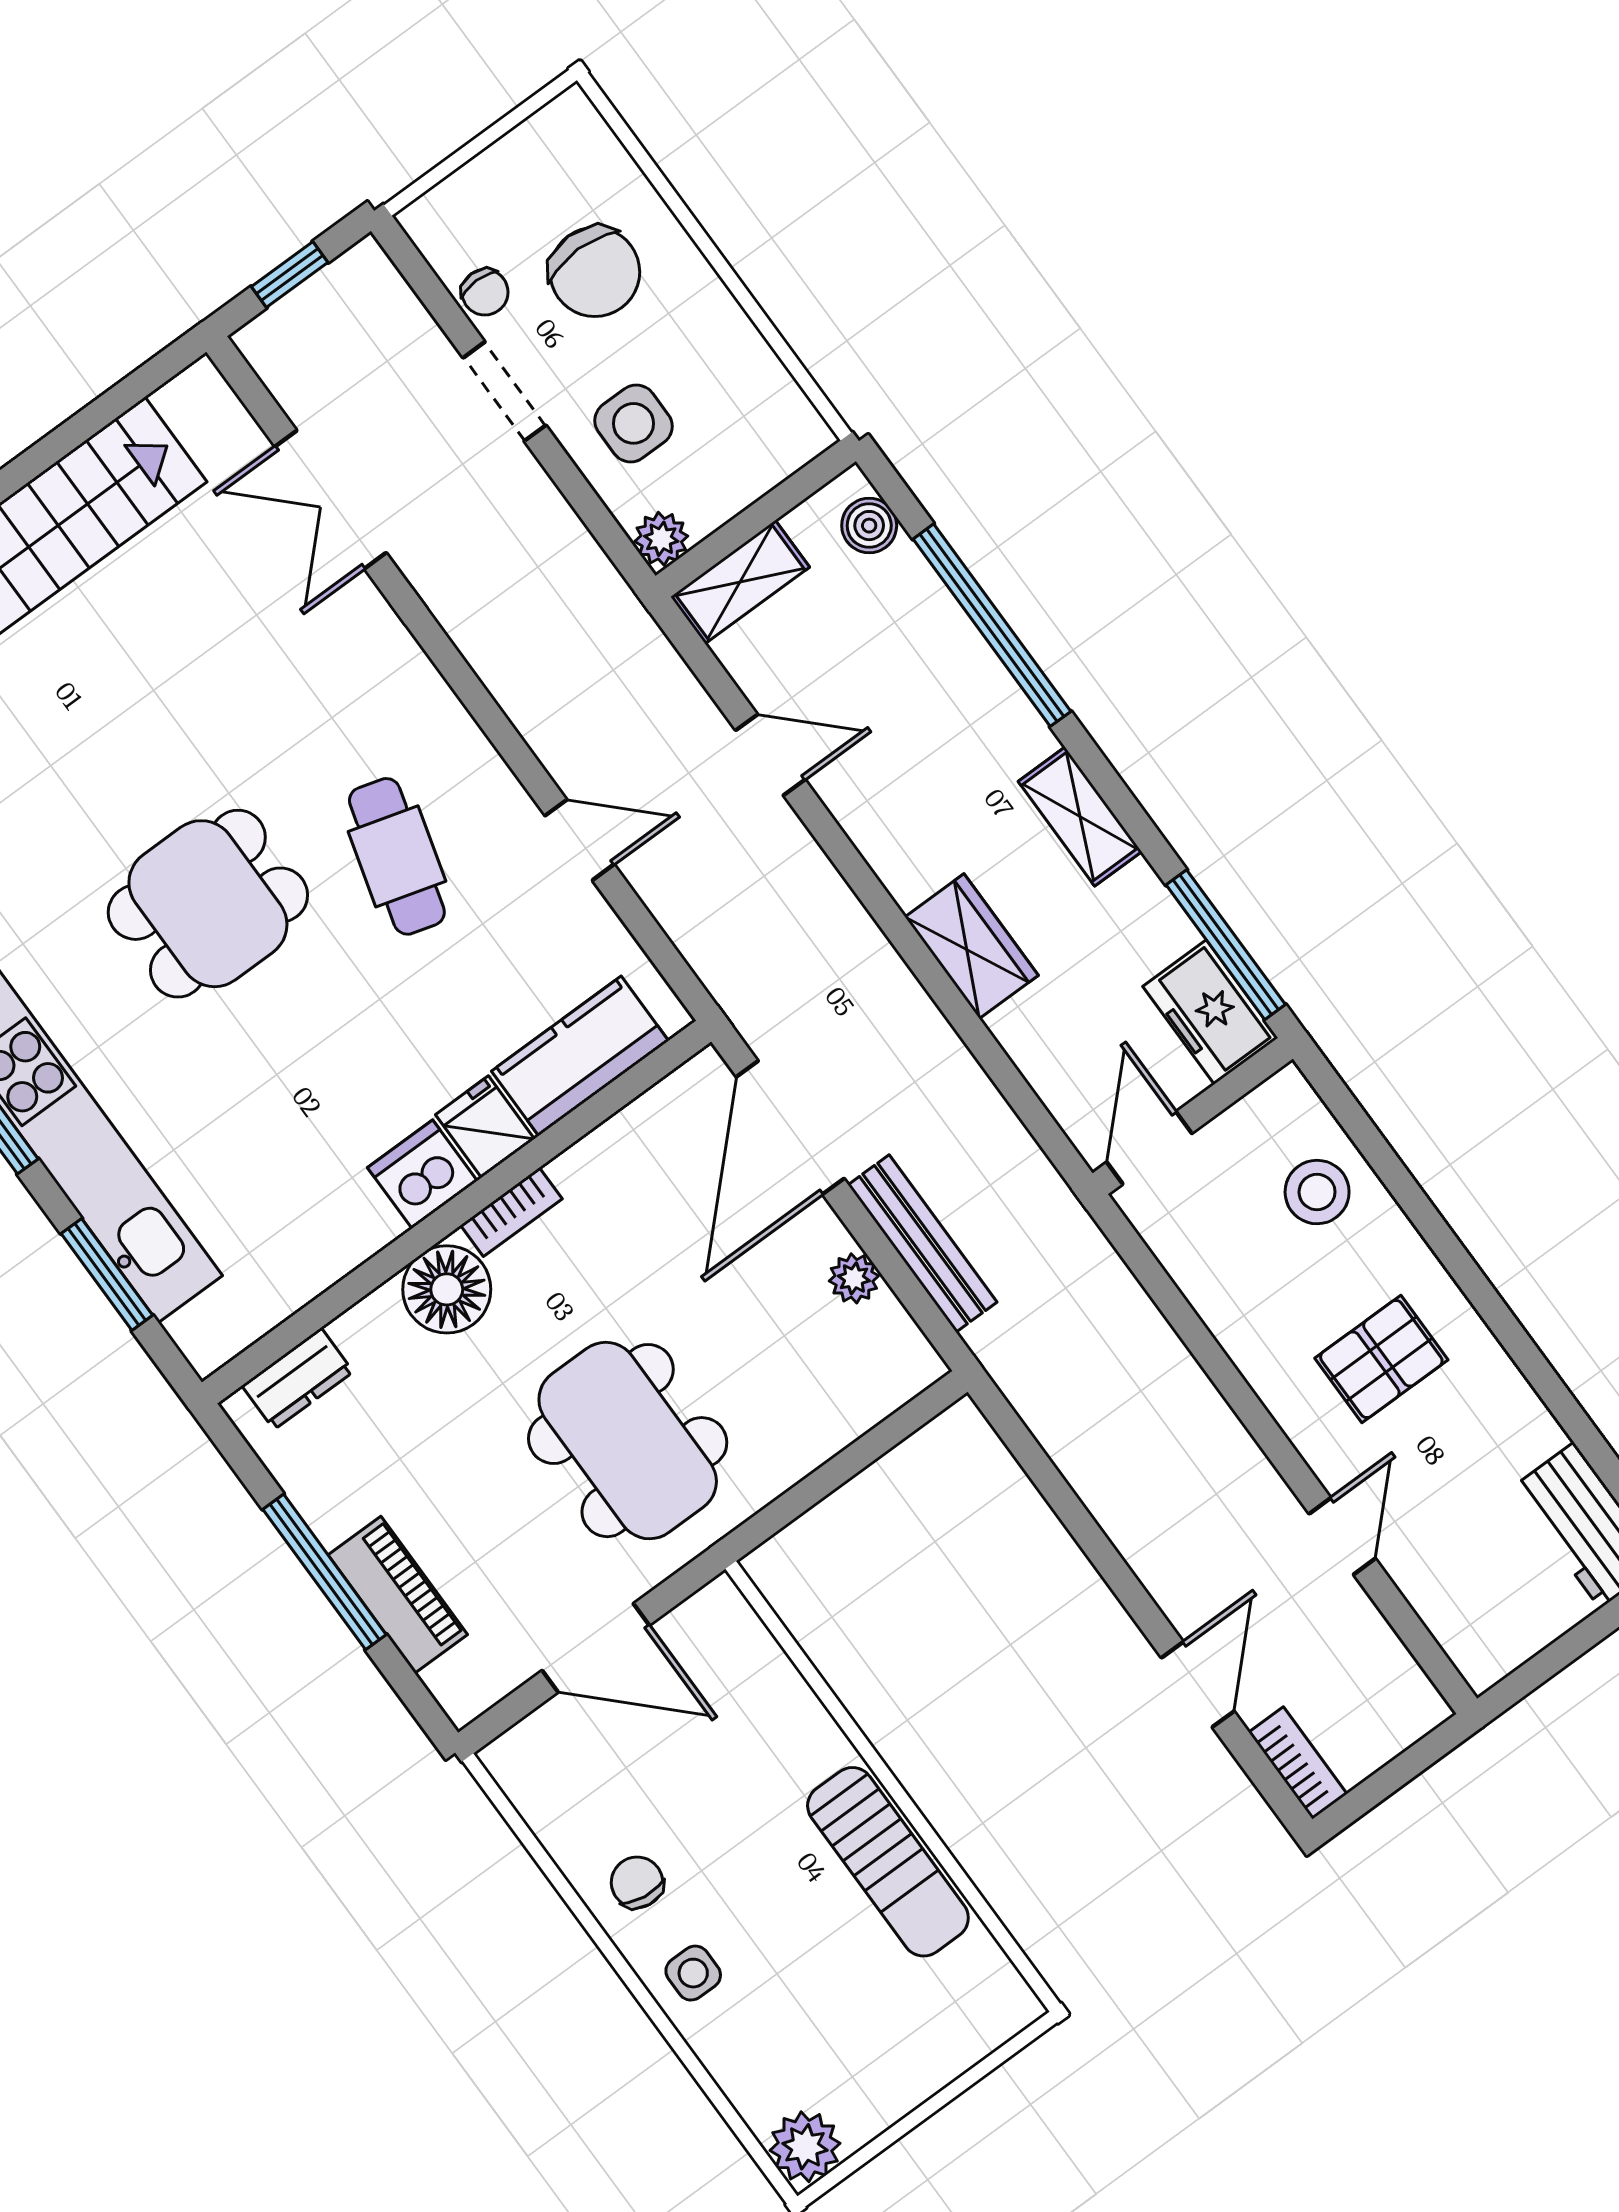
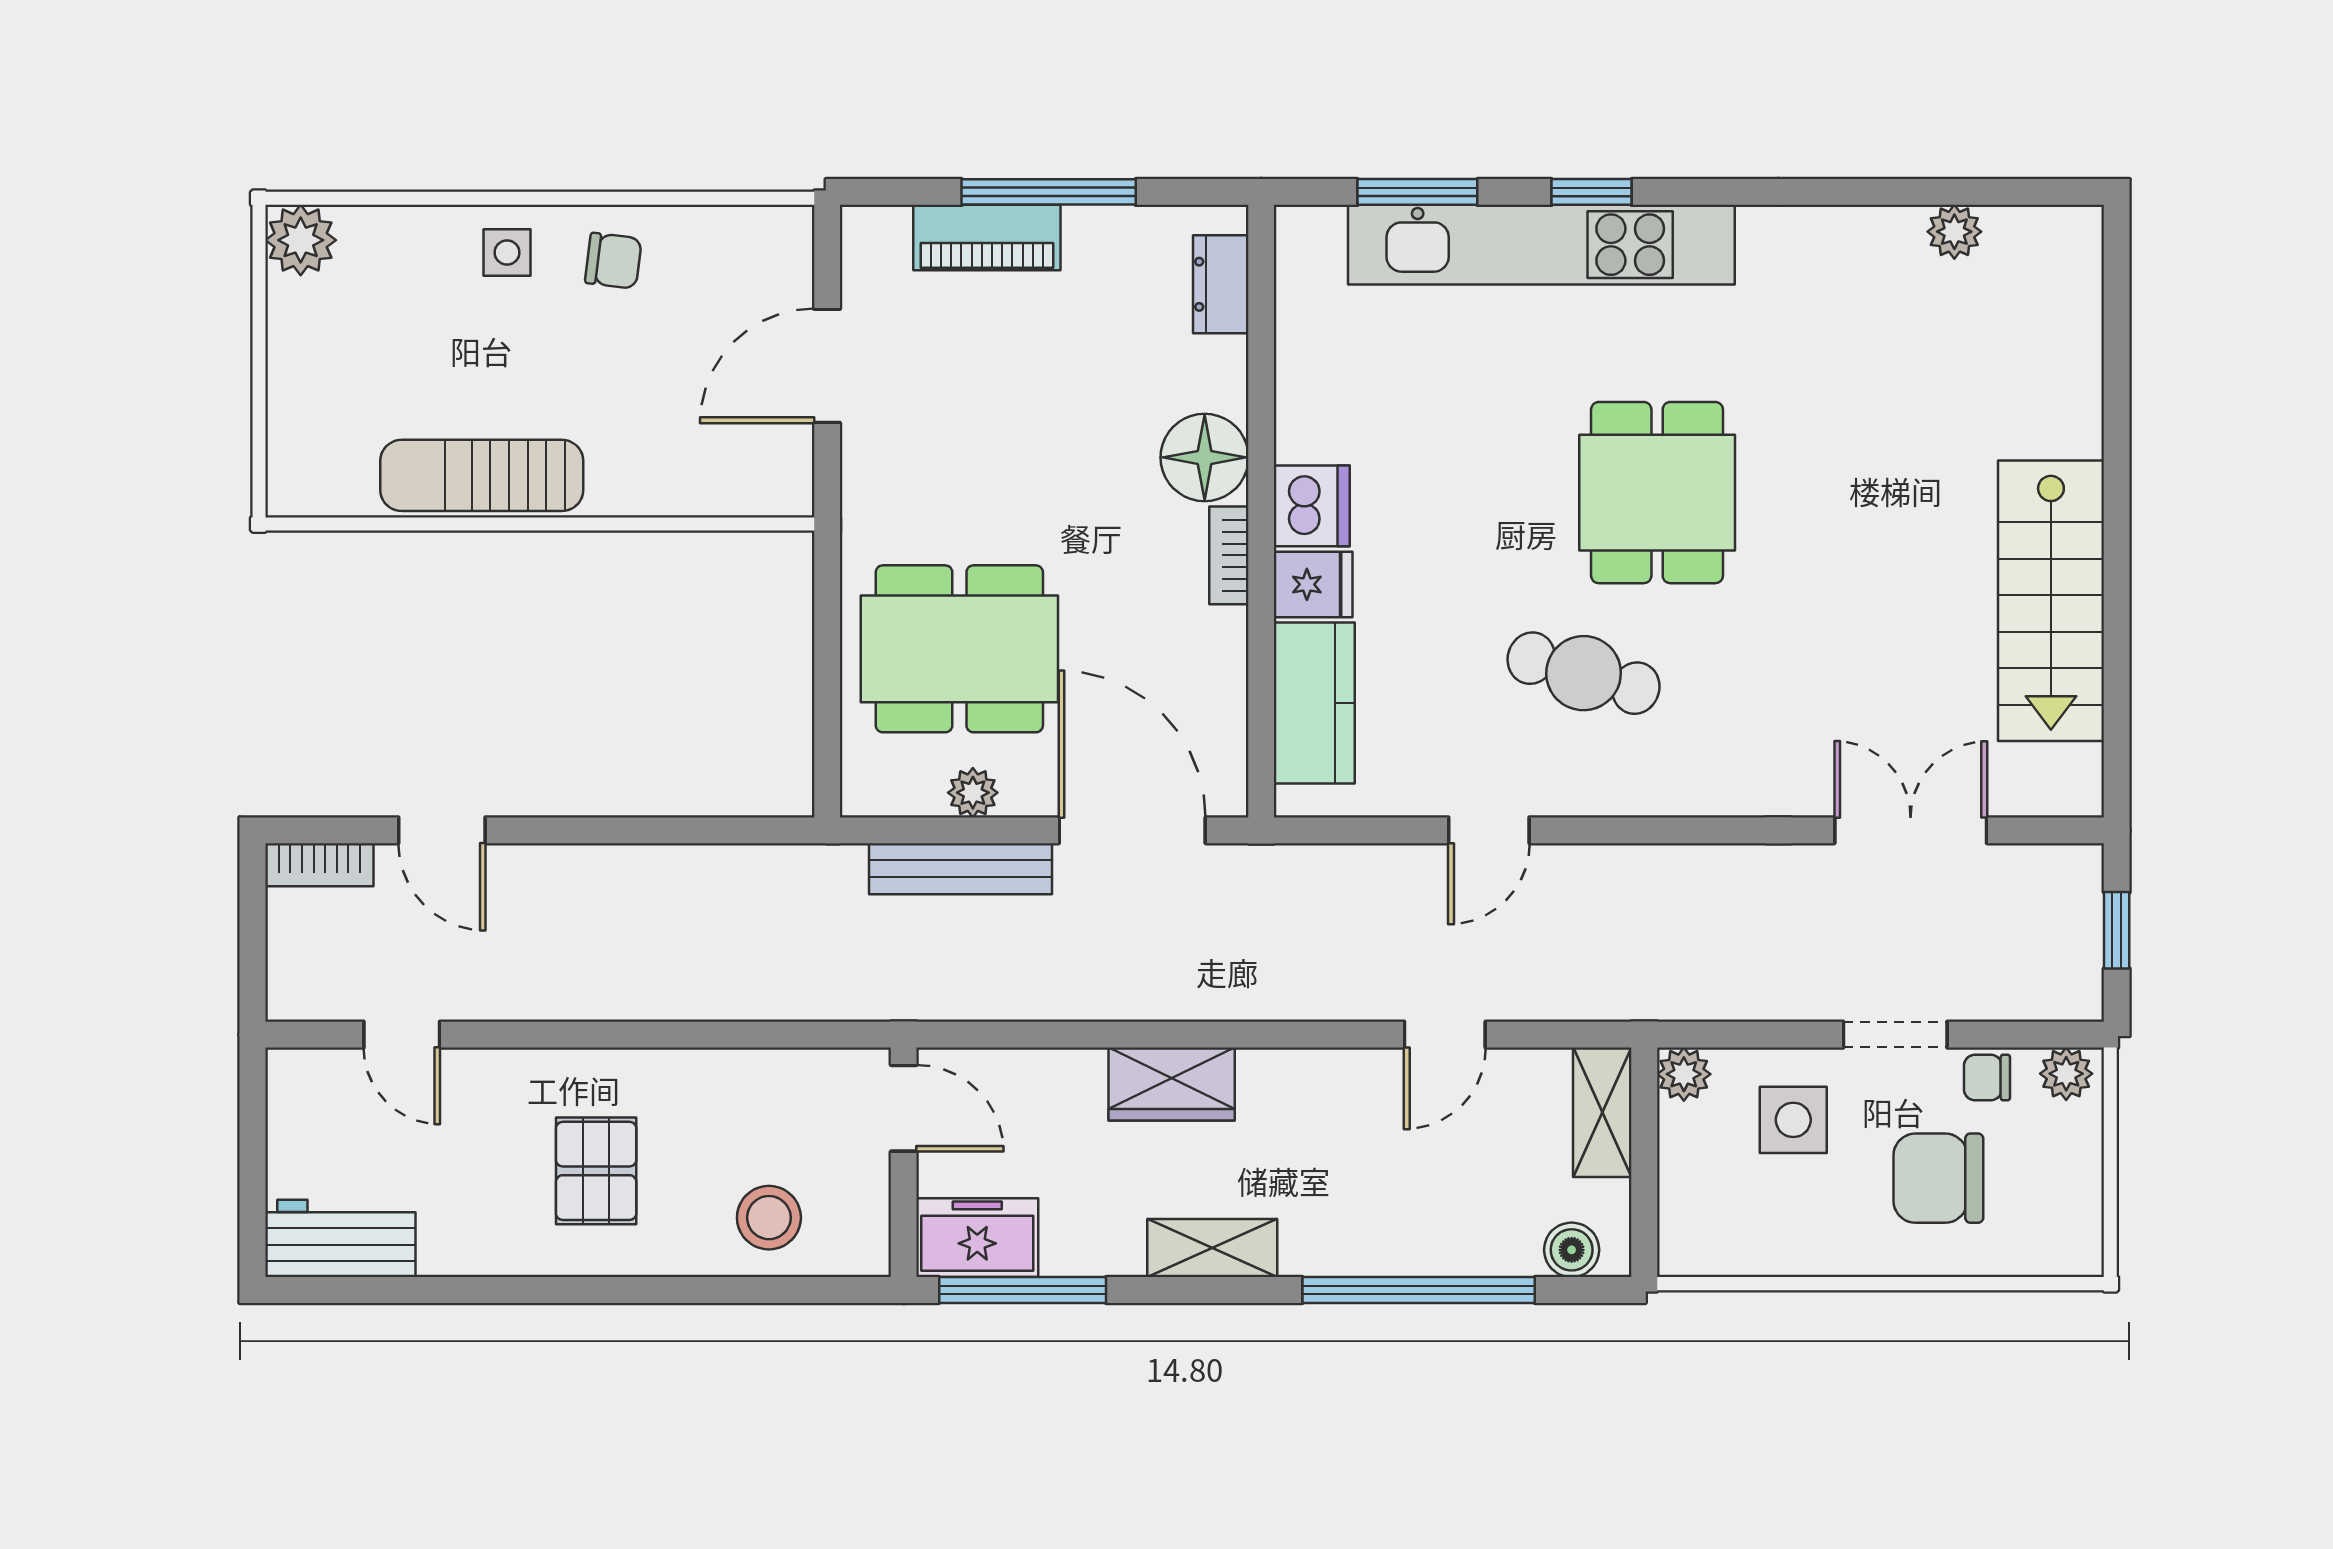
plant: (435, 231) -> (2066, 1074), added
dining table: (628, 1441) -> (959, 649), moved
door: (1342, 1536) -> (402, 1035), moved

